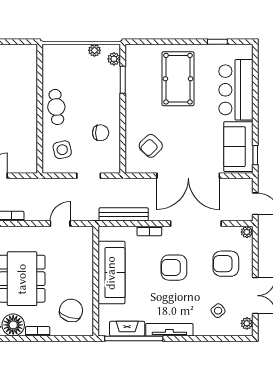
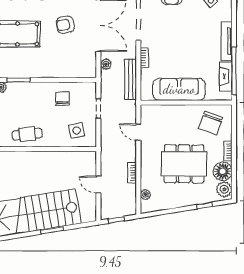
cafe table: (56, 107) -> (27, 134), moved
armchair: (151, 146) -> (65, 25), moved, turned 125
plant: (142, 185) -> (106, 64), added
armchair: (174, 268) -> (175, 37), removed
chair: (71, 310) -> (211, 123), turned -88

